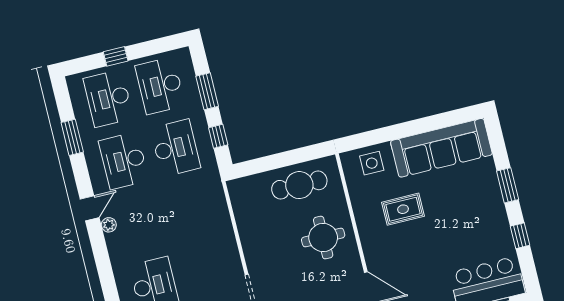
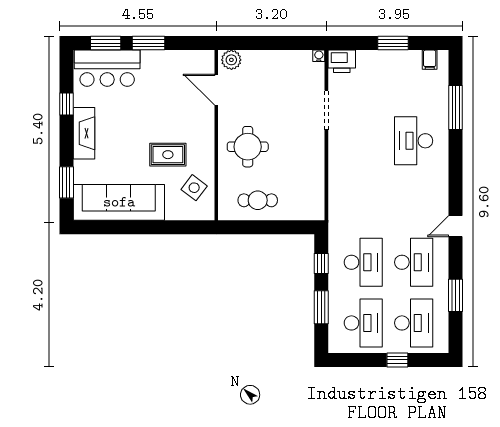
desk: (175, 148) -> (363, 262), turned 180
side table: (372, 163) -> (194, 188), moved, turned 37
cafe table: (299, 185) -> (258, 200), width x0.73, depth x0.74
window: (508, 185) -> (66, 182), moved
fireplace: (495, 210) -> (84, 133), added
plant: (109, 225) -> (442, 207), removed

